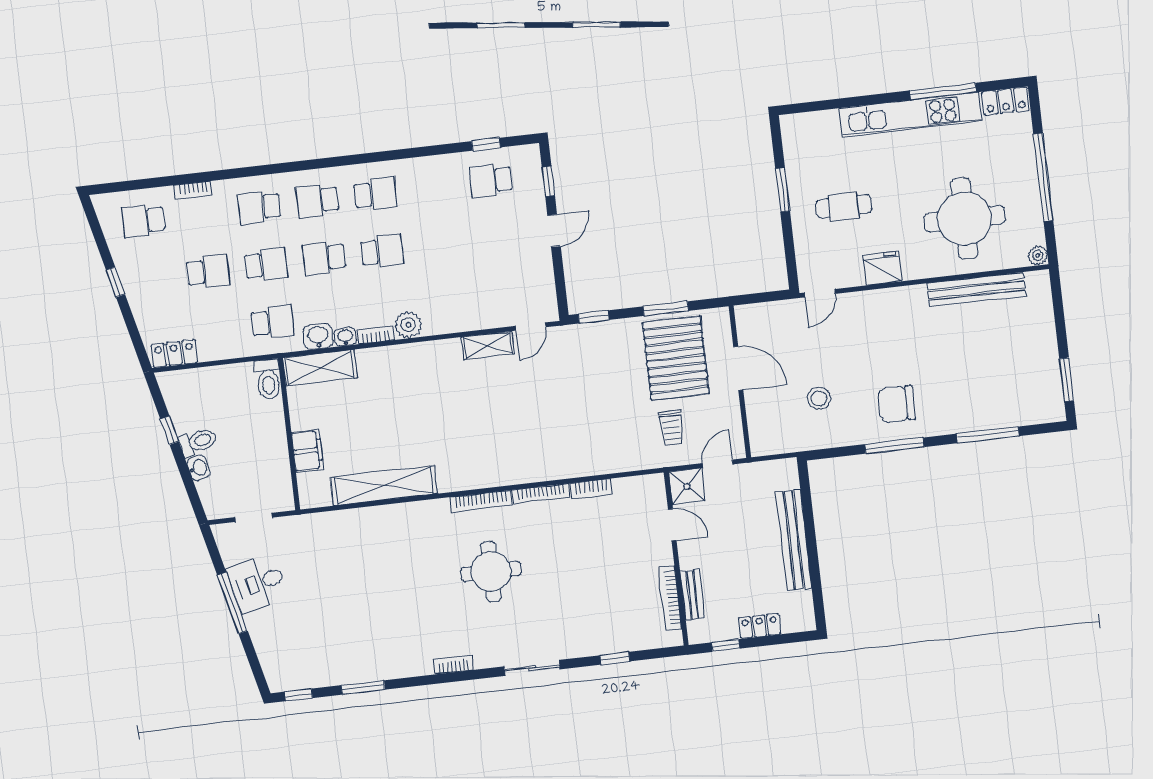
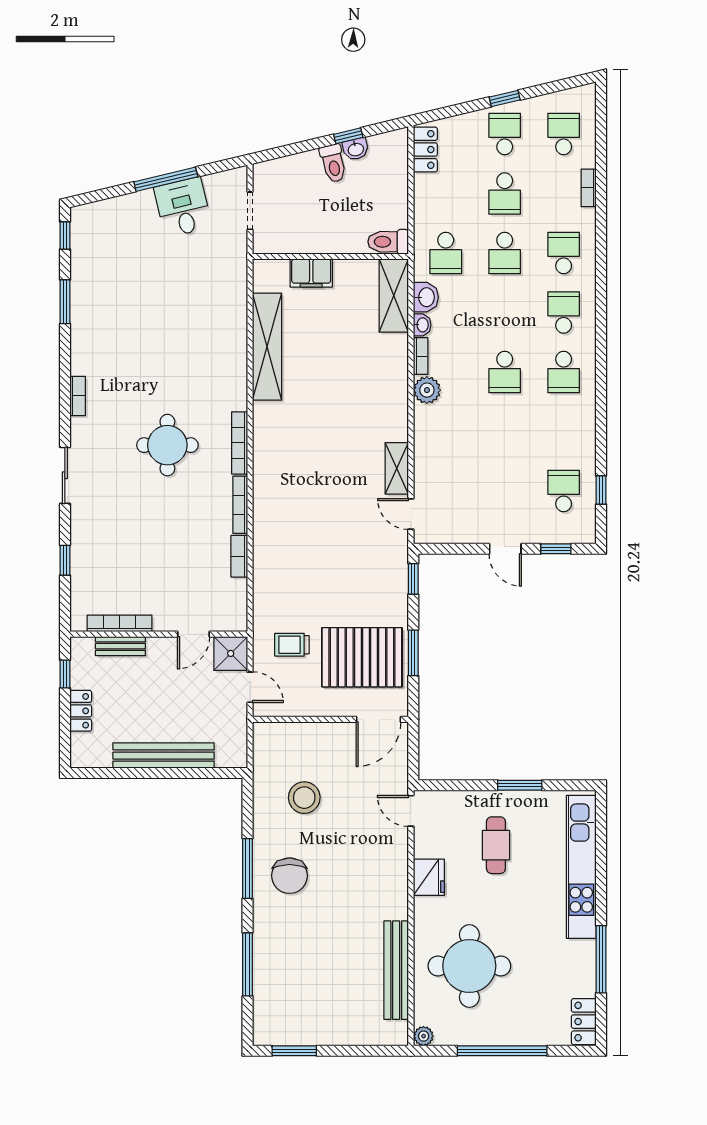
kitchen unit: (911, 114) -> (581, 867), moved
school desk: (324, 258) -> (505, 134), moved
door: (738, 368) -> (378, 719), moved
stool: (819, 398) -> (304, 798), width x1.38, depth x1.38
chair: (897, 404) -> (290, 876), turned 180
washbasin: (198, 468) -> (356, 149), moved

